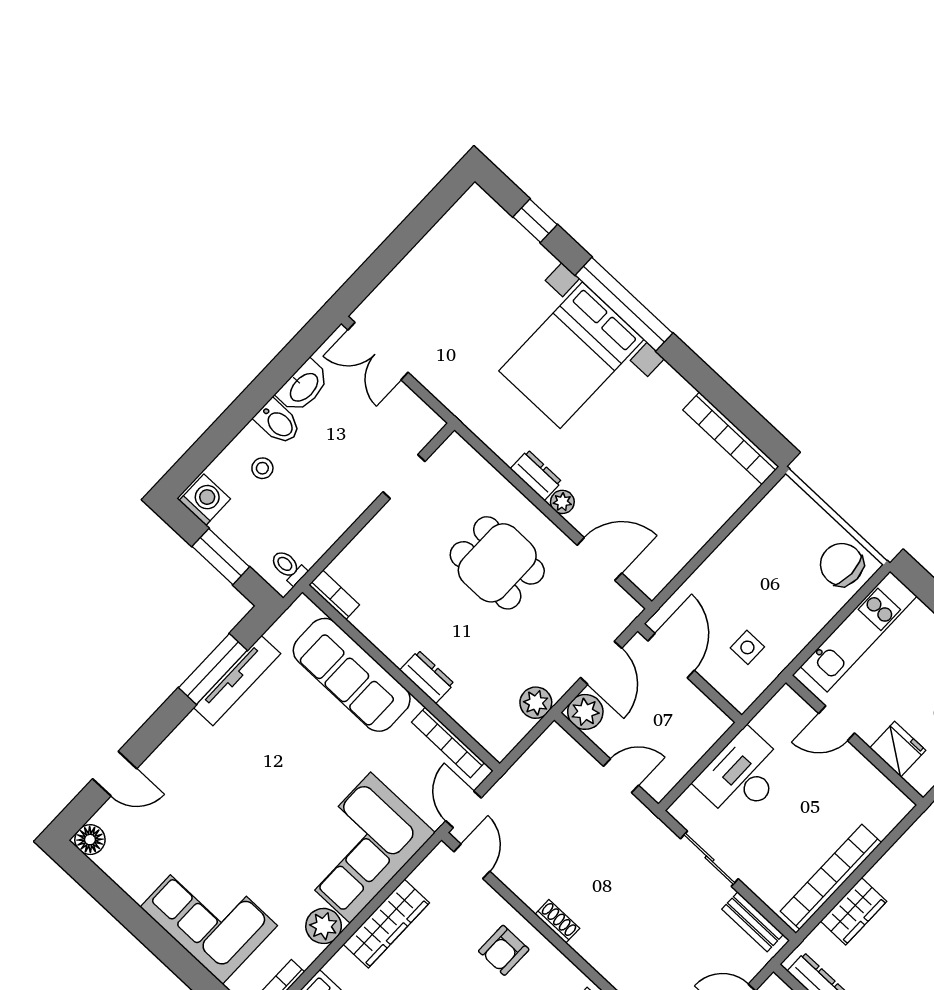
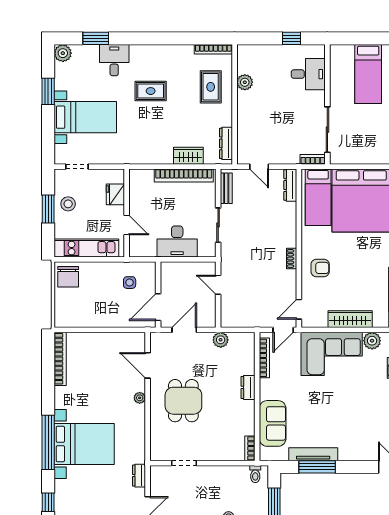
dresser: (536, 475) -> (139, 476), moved
sofa: (352, 675) -> (273, 423), width x0.73
plant: (585, 712) -> (207, 319), removed

